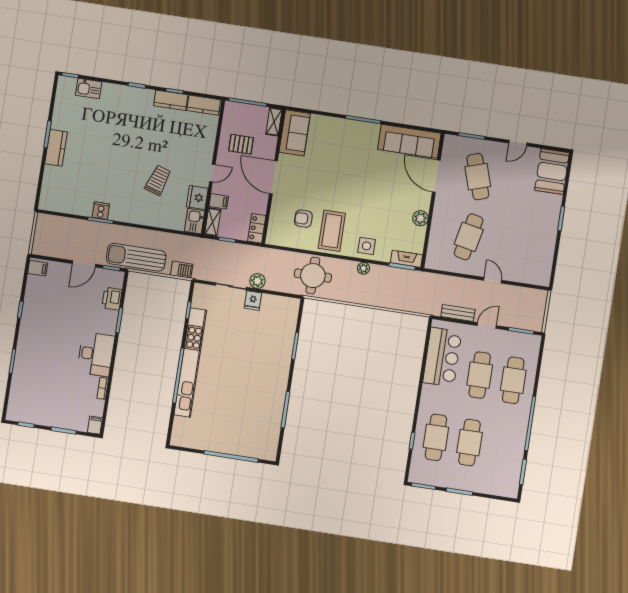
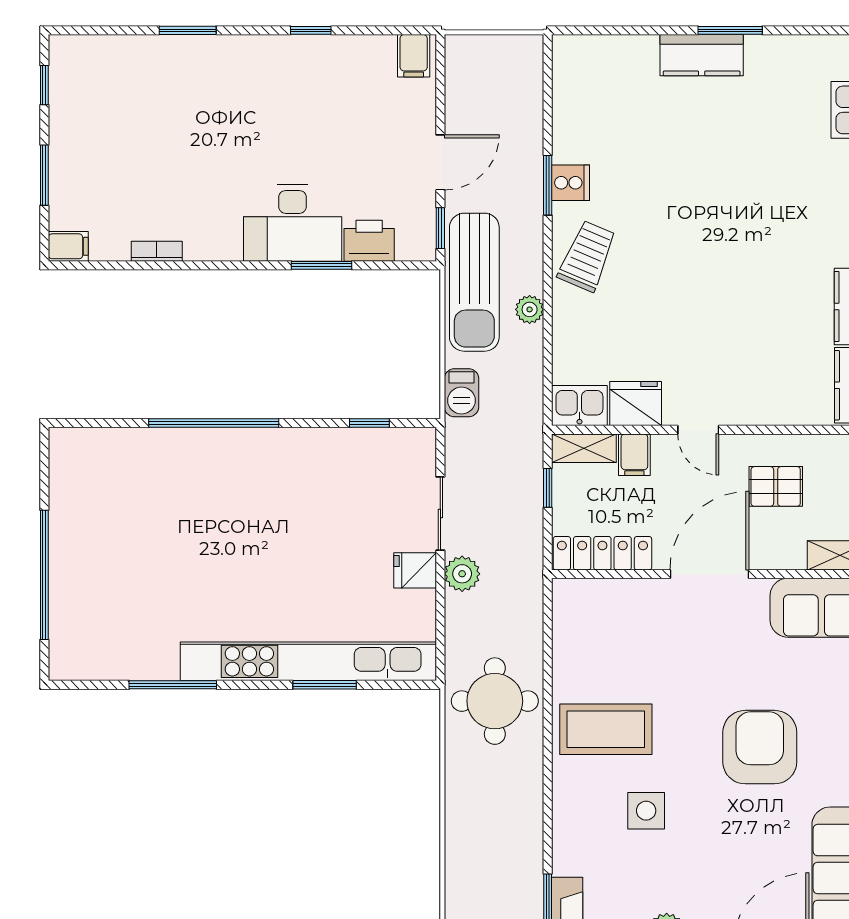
pallet: (241, 144) -> (776, 486), turned 90
trolley: (158, 180) -> (587, 256), moved, turned -85
armchair: (303, 219) -> (760, 747), moved, width x1.88, depth x1.88
locker: (257, 228) -> (602, 553), width x1.53
side table: (367, 246) -> (646, 811), moved
sun lounger: (136, 257) -> (474, 282), turned 180
door: (84, 264) -> (440, 162), swing flipped
plant: (363, 268) -> (530, 309), moved
desk: (96, 354) -> (293, 223), moved
kitchen unit: (190, 362) -> (308, 661), moved, turned 180

